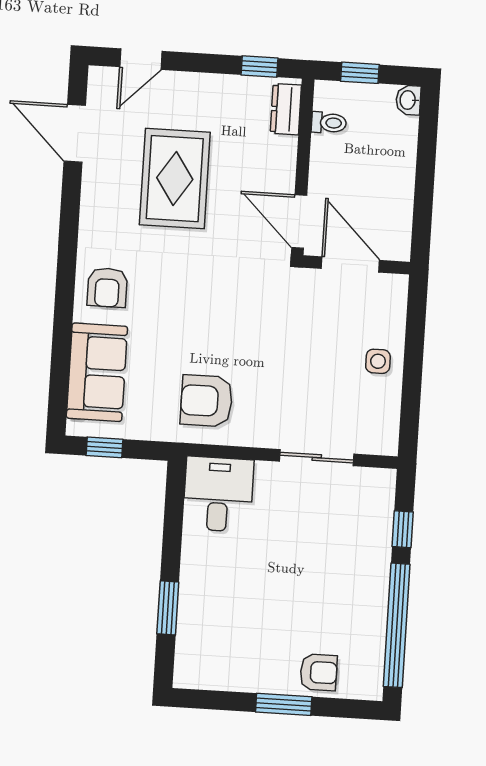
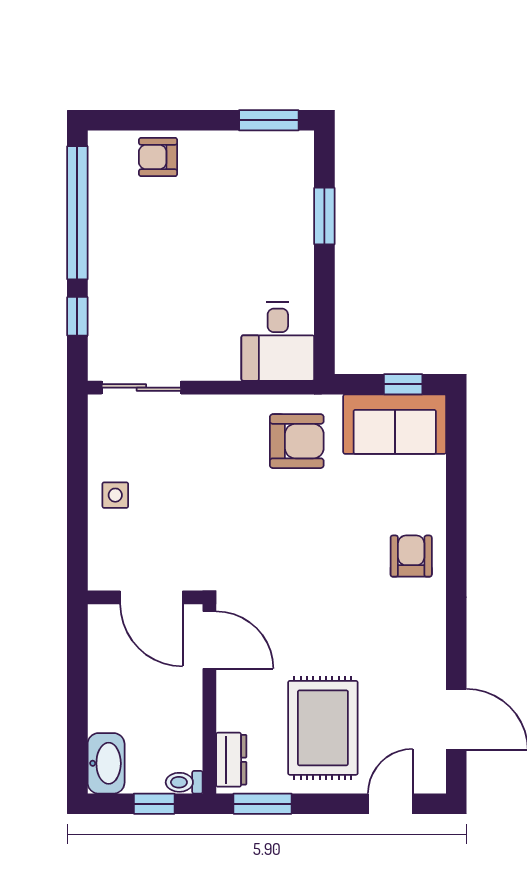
window: (259, 67) -> (262, 804), width x1.50
washbasin: (408, 100) -> (106, 763), width x1.91, depth x1.45
toilet: (329, 123) -> (184, 782), moved
rug: (175, 179) -> (323, 728), moved
sofa: (97, 372) -> (395, 424), moved, turned -90
sliding door: (317, 458) -> (141, 388), moved
window: (284, 704) -> (269, 120), moved

